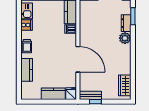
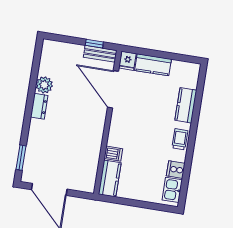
dresser: (126, 23) -> (39, 106), moved
plant: (125, 38) -> (44, 85), moved
door: (78, 59) -> (113, 89), moved
wardrobe: (125, 85) -> (49, 60), removed

